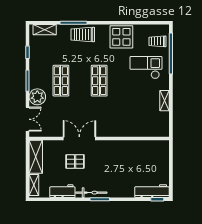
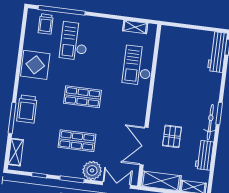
shelving: (165, 101) -> (135, 27), moved
checkout: (132, 124) -> (138, 65), added
double door: (79, 139) -> (144, 146), moved

